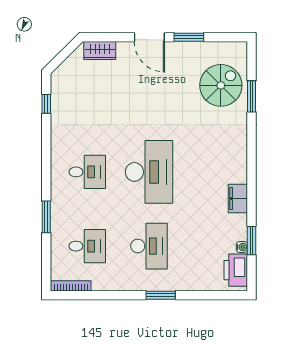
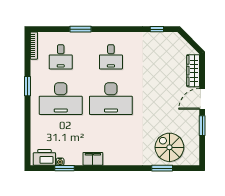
wardrobe: (100, 51) -> (193, 71), width x1.50
spiral stairs: (221, 85) -> (169, 147), turned 180
desk: (149, 246) -> (61, 99), width x1.36, depth x1.30
window: (161, 295) -> (27, 86), moved

